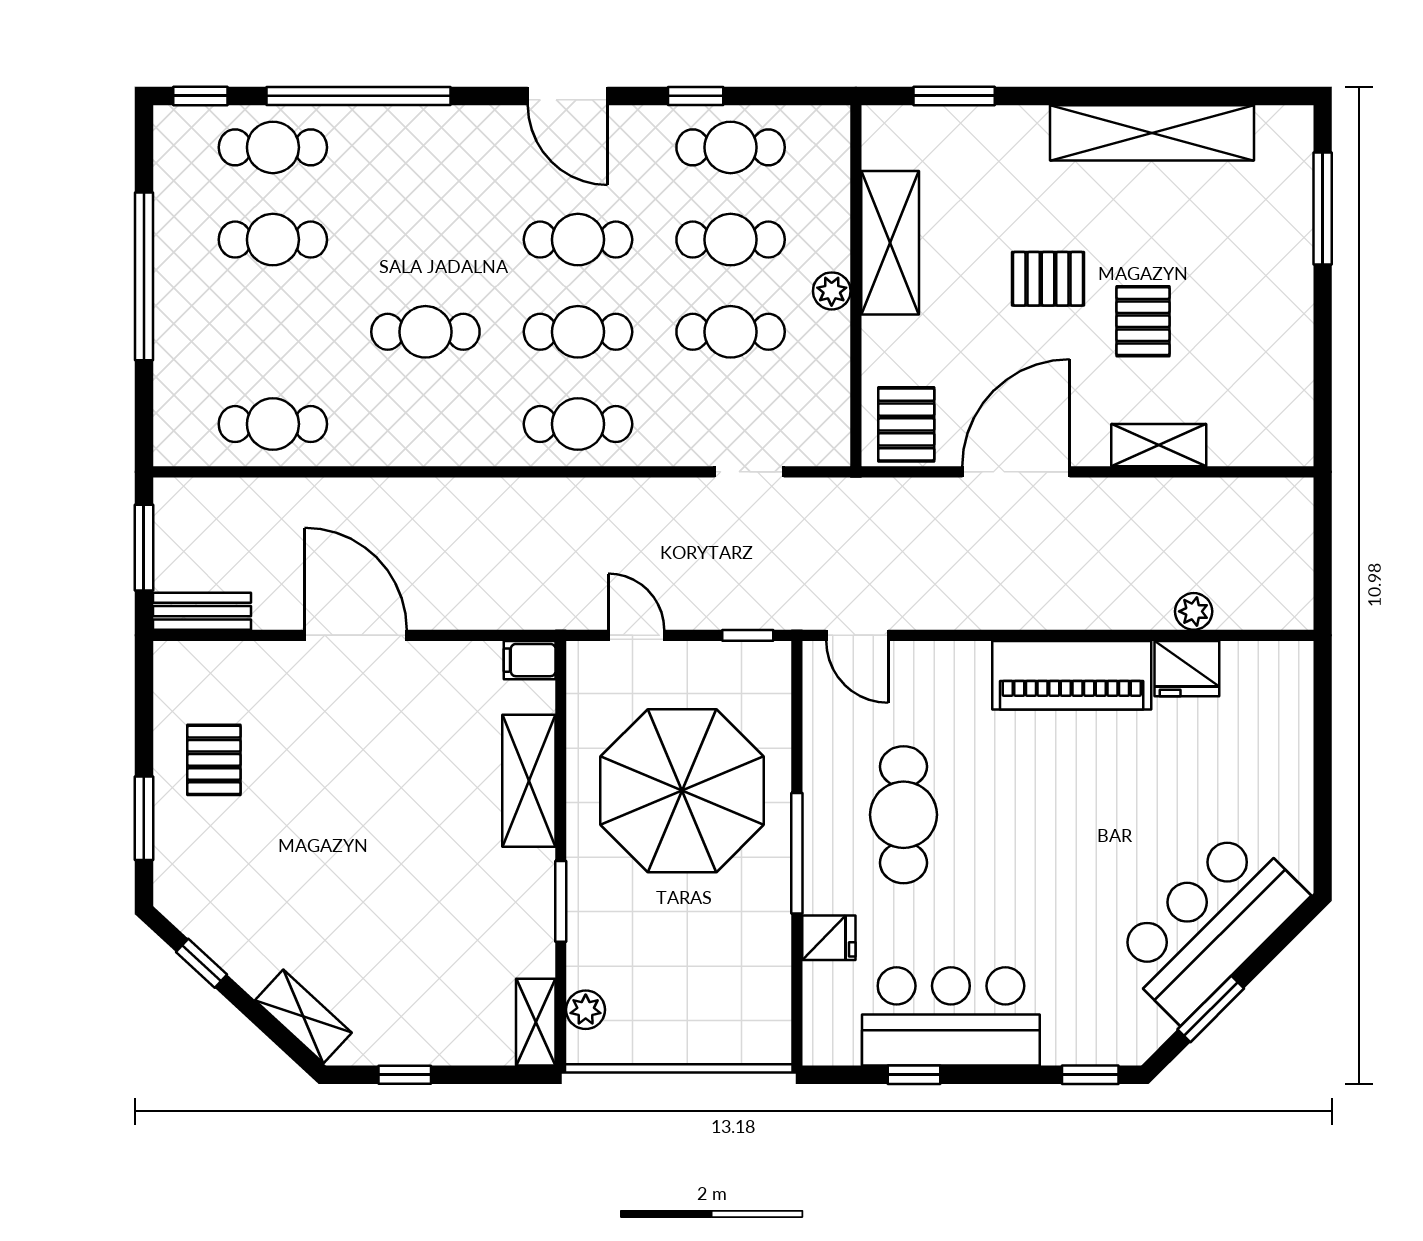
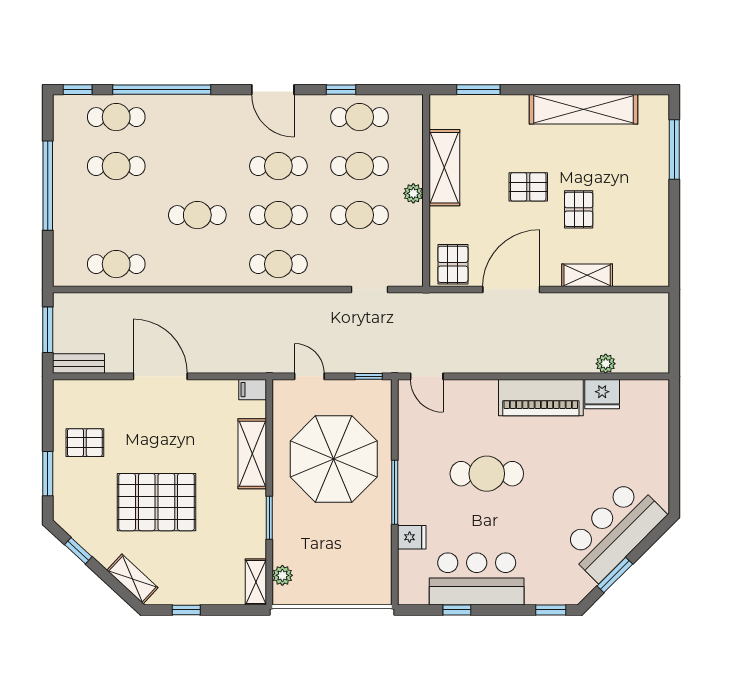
pallet: (214, 760) -> (85, 443), turned 90
cafe table: (903, 815) -> (487, 474), moved, turned 90
pallet: (349, 872) -> (157, 502), added

